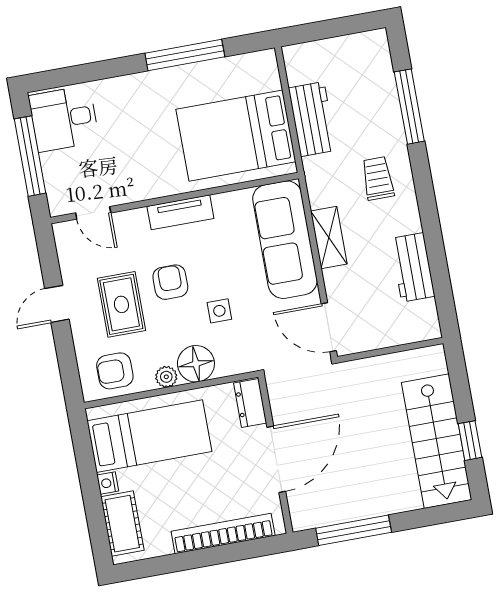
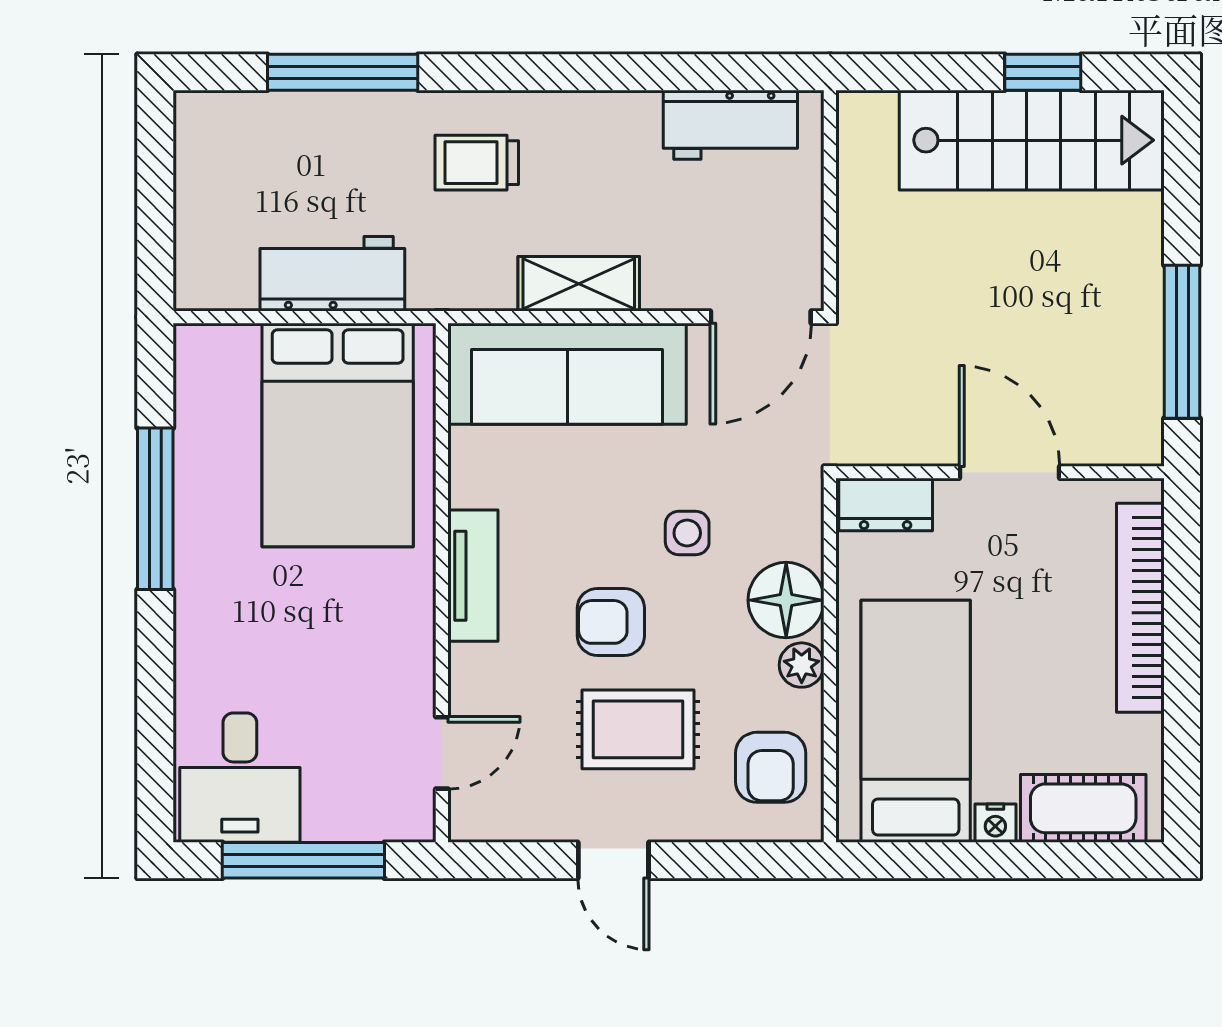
workbench: (413, 267) -> (730, 125), moved
door: (276, 459) -> (1009, 472), width x0.73

